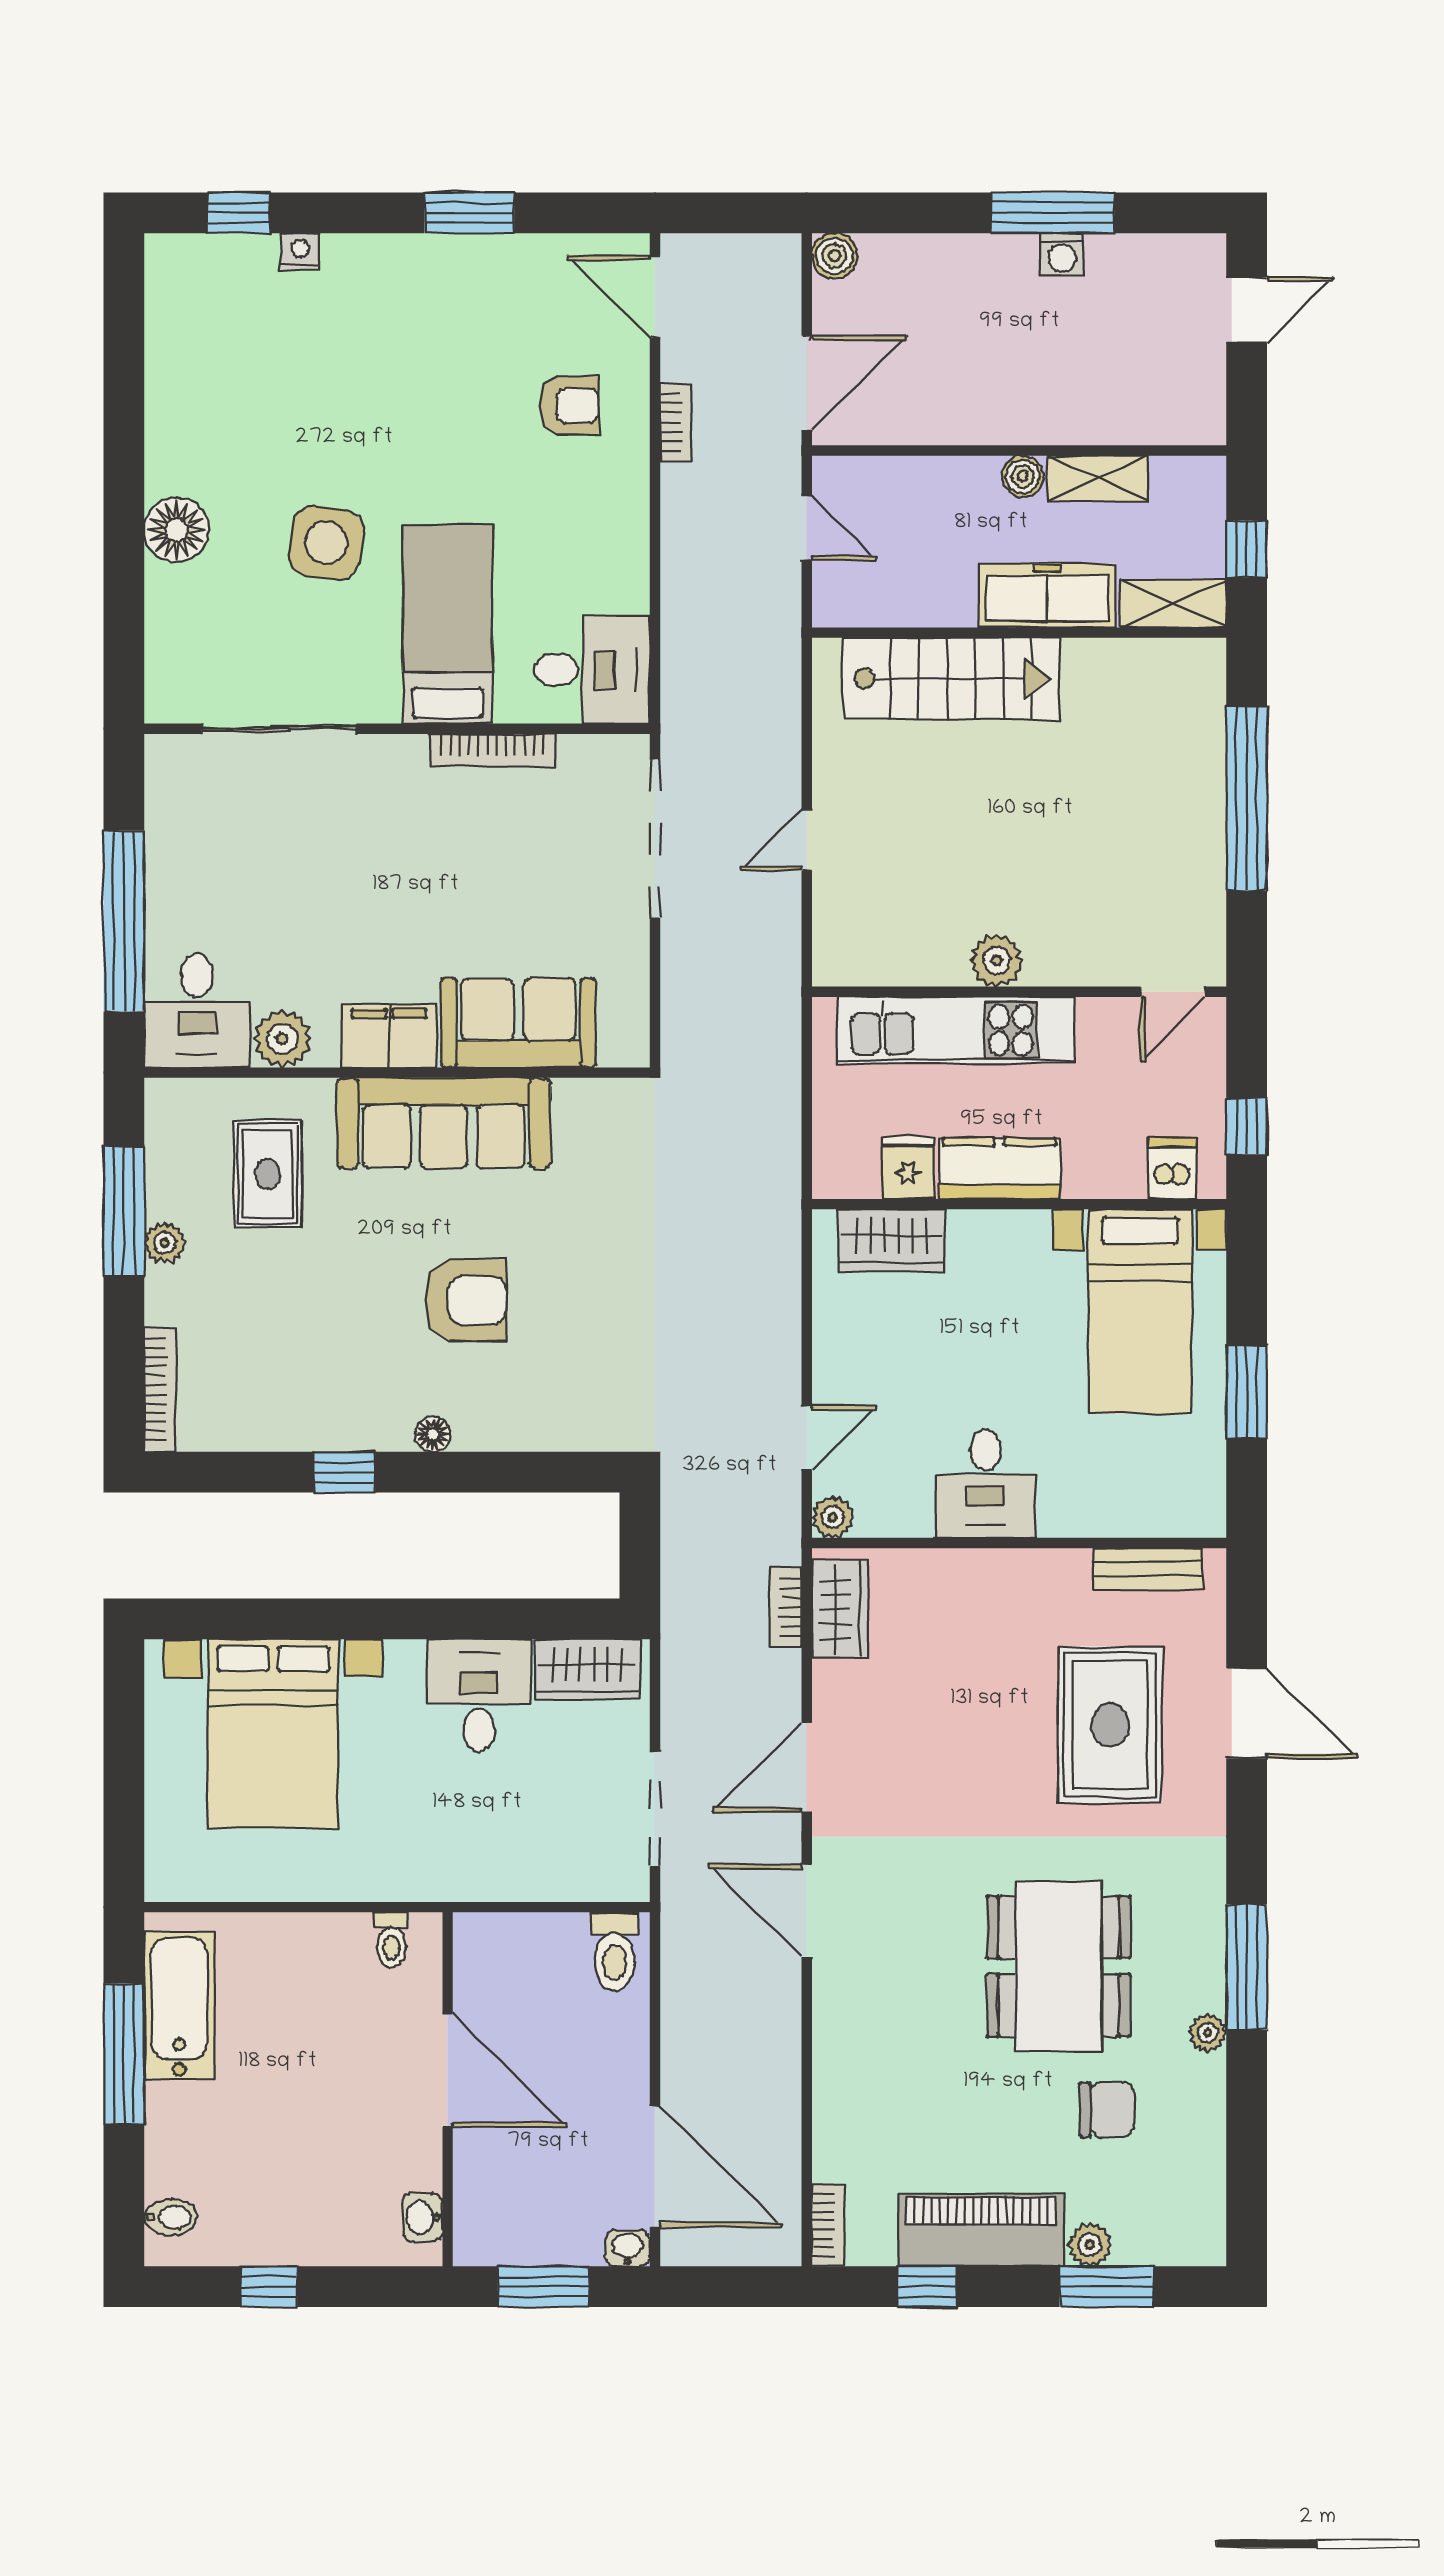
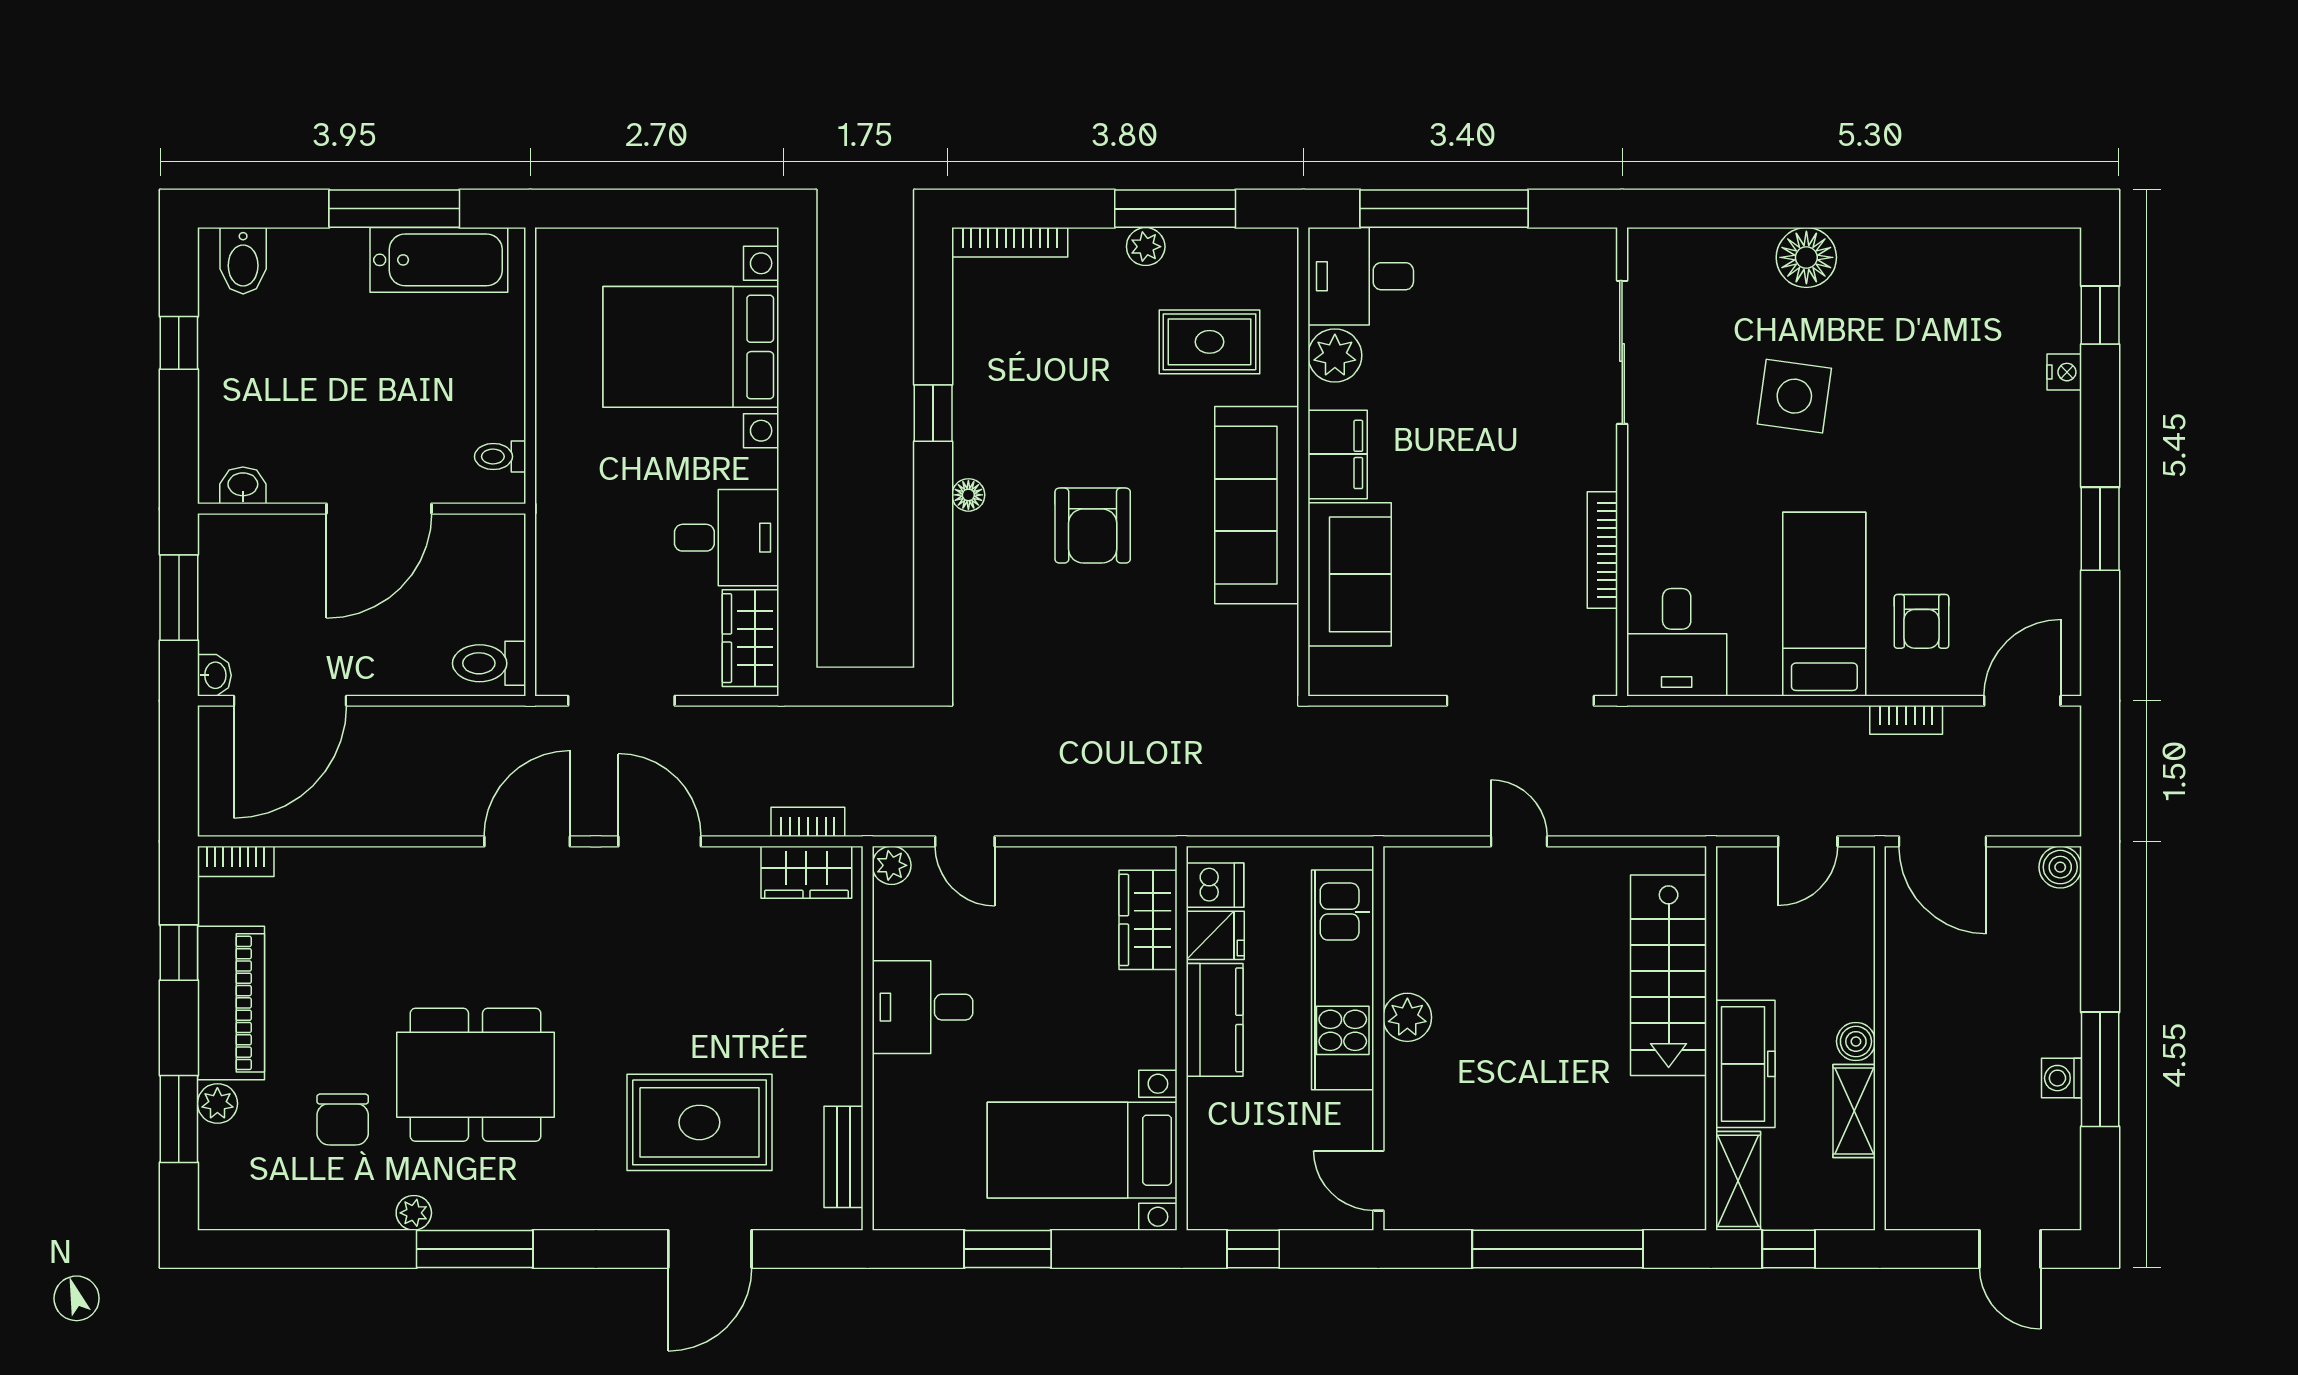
bed: (448, 624) -> (1824, 604), moved, turned -90
dishwasher: (1172, 1168) -> (1215, 885), moved
bidet: (171, 2217) -> (243, 261), width x1.38, depth x1.36

